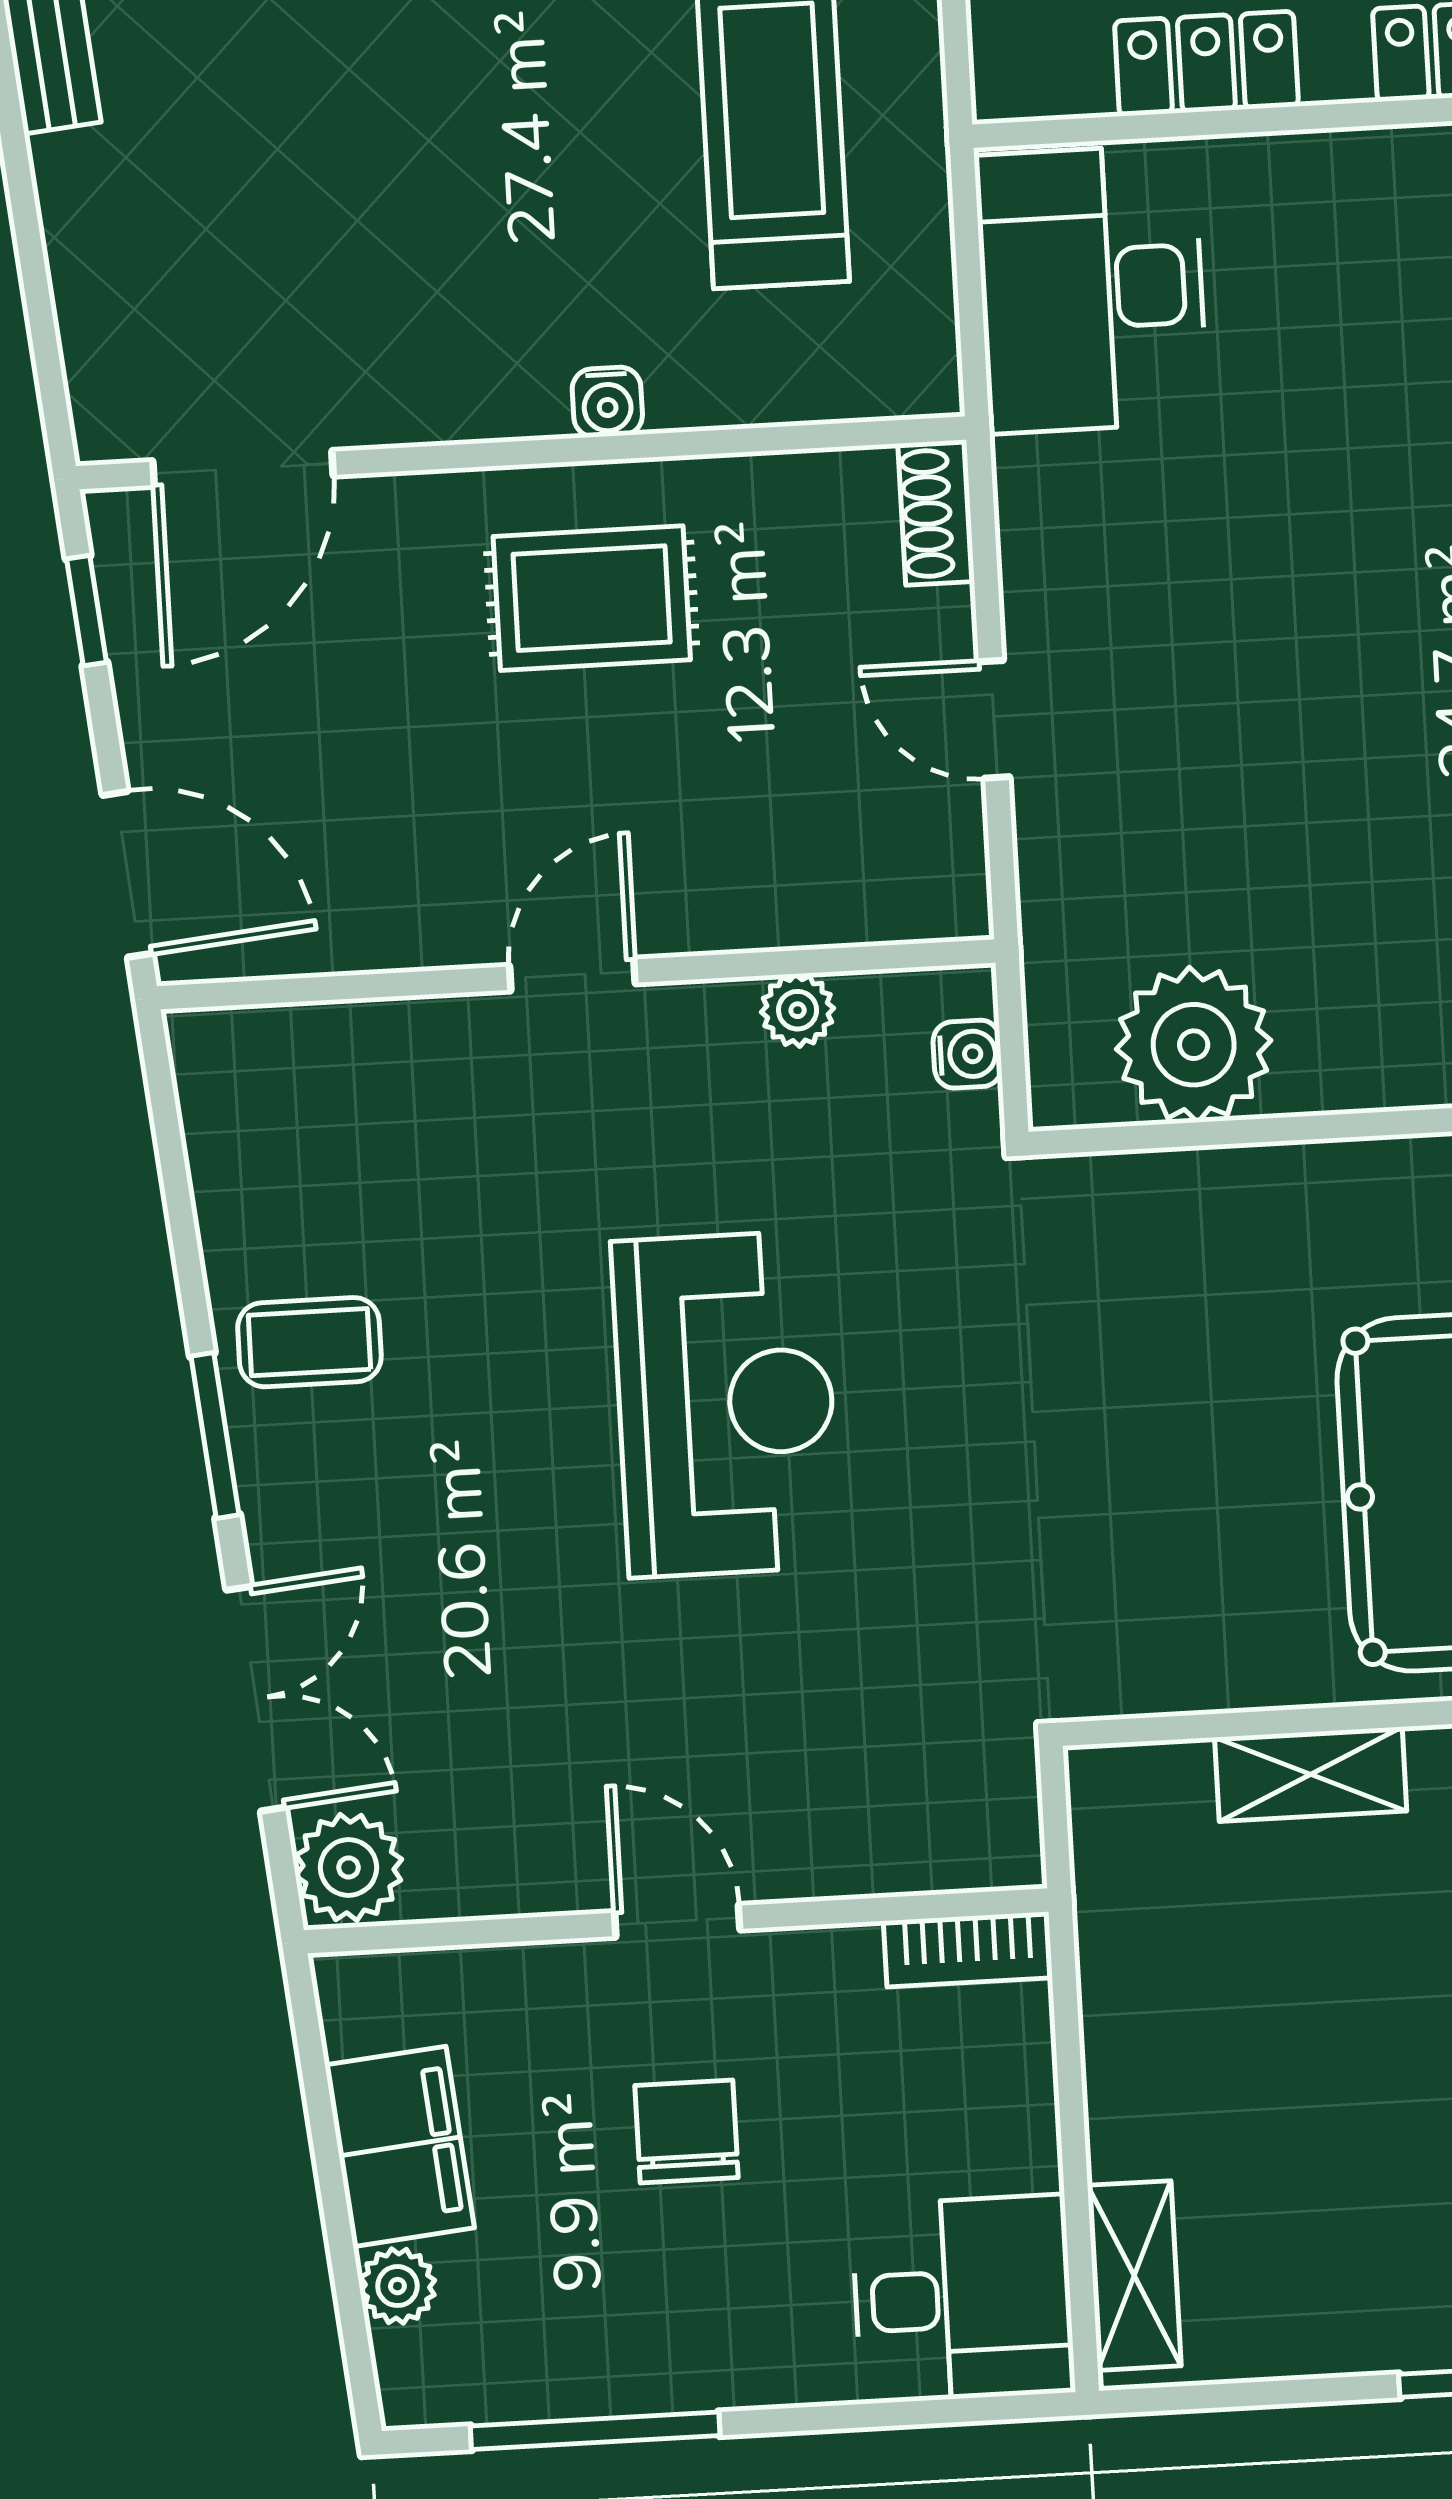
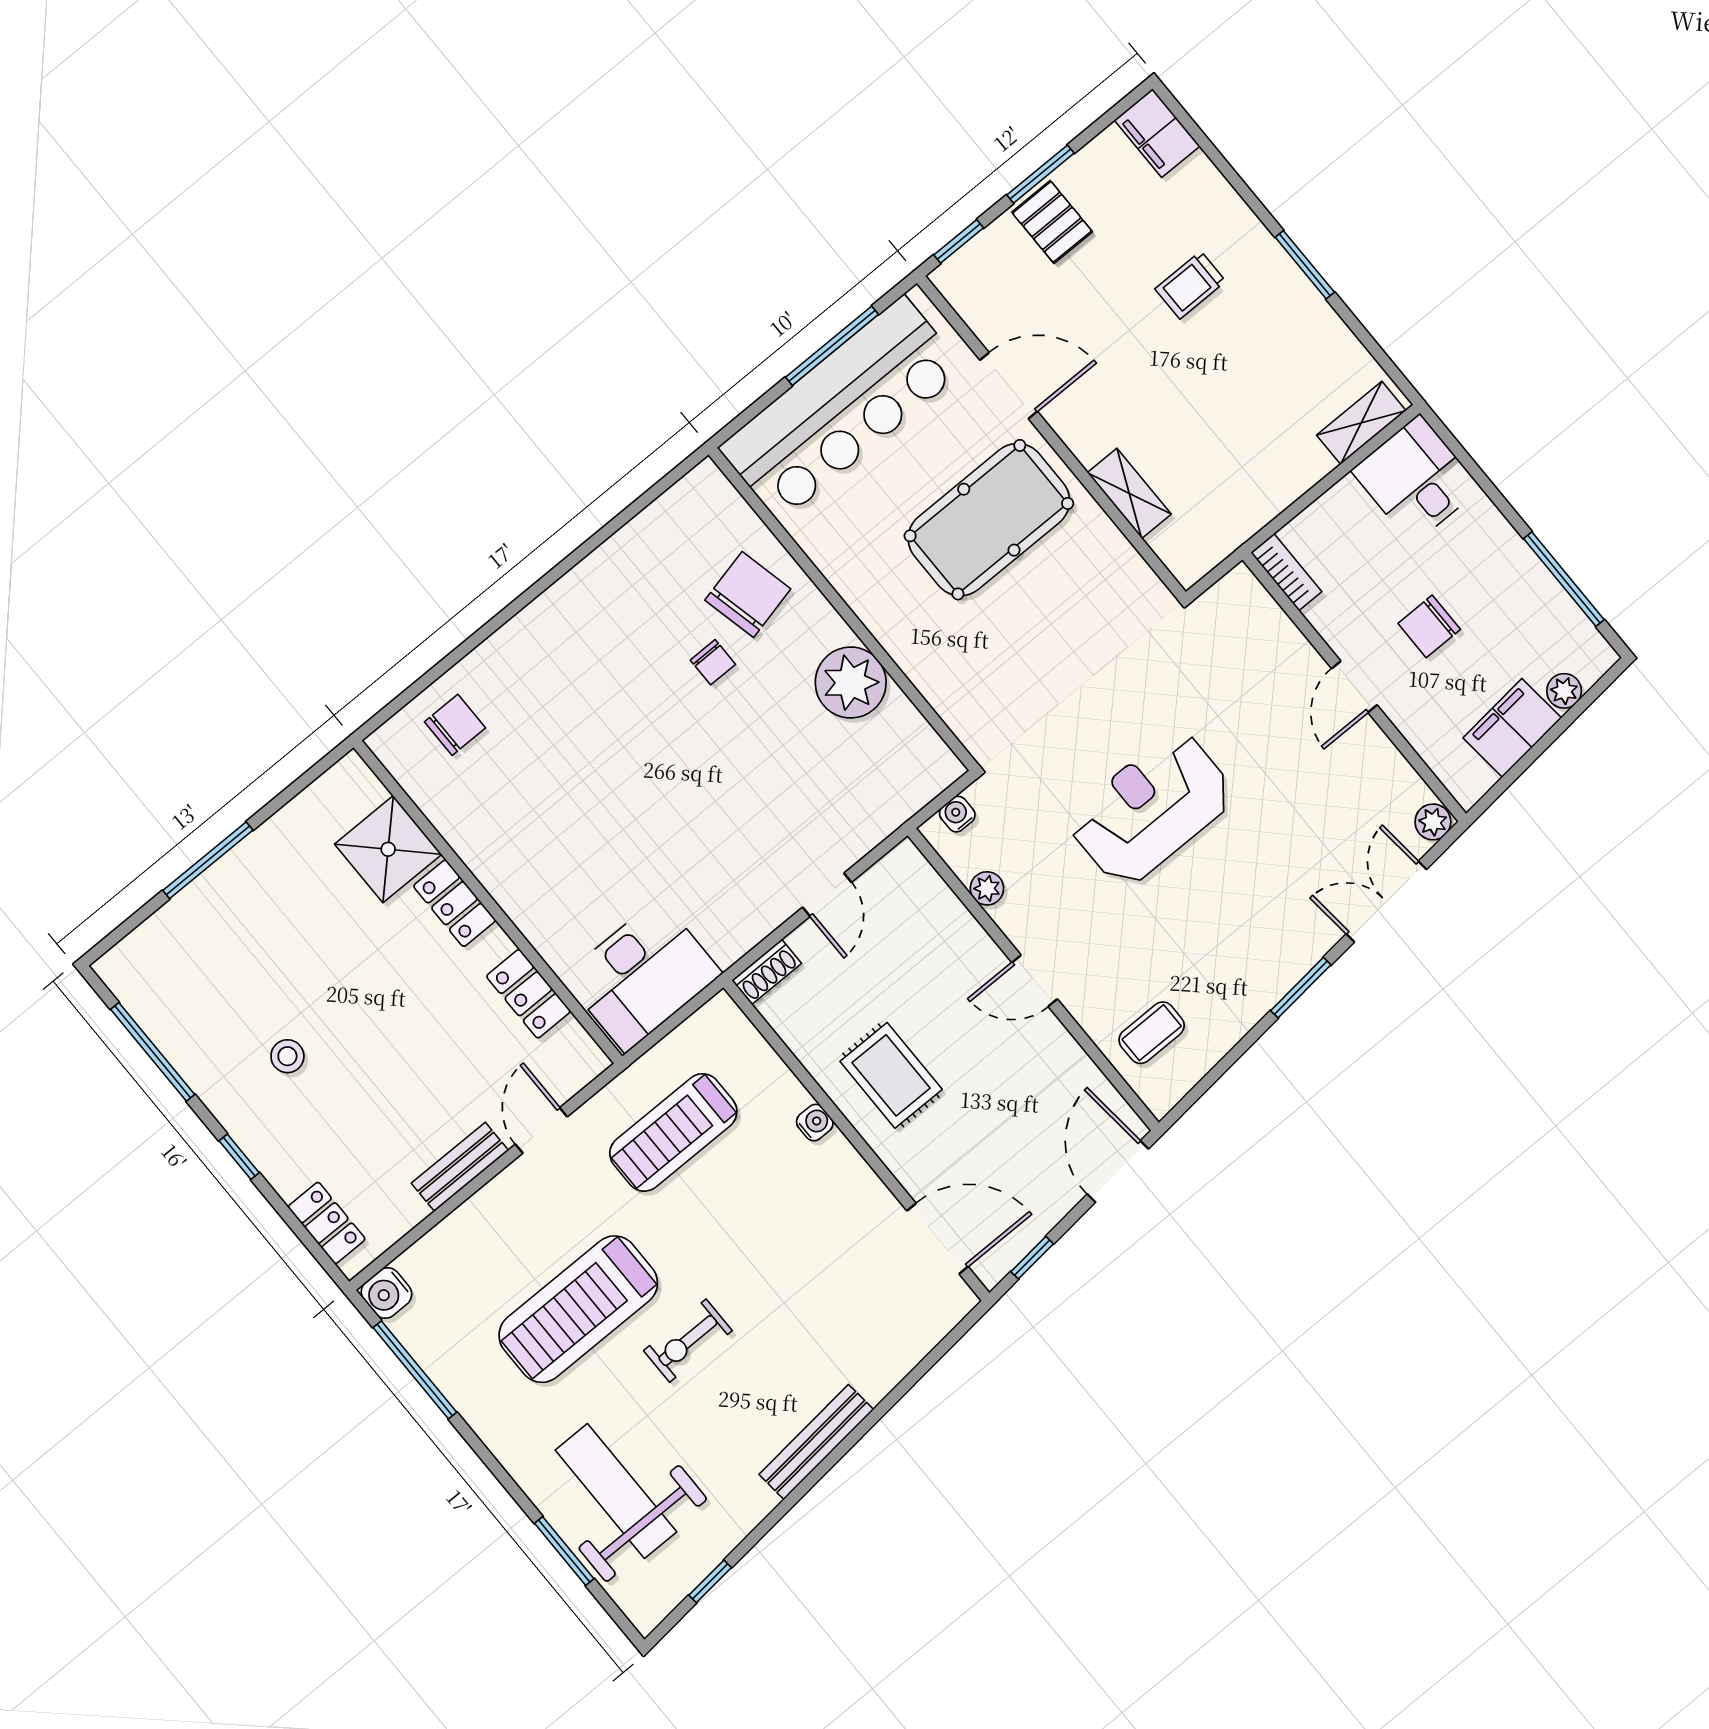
plant: (1194, 1045) -> (851, 683), moved
coffee table: (309, 1342) -> (1152, 1033), moved, turned 90
plant: (349, 1867) -> (1433, 822), width x0.73, depth x0.73

